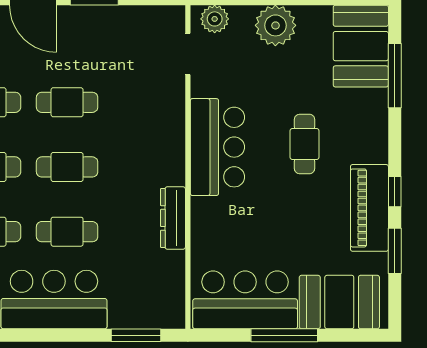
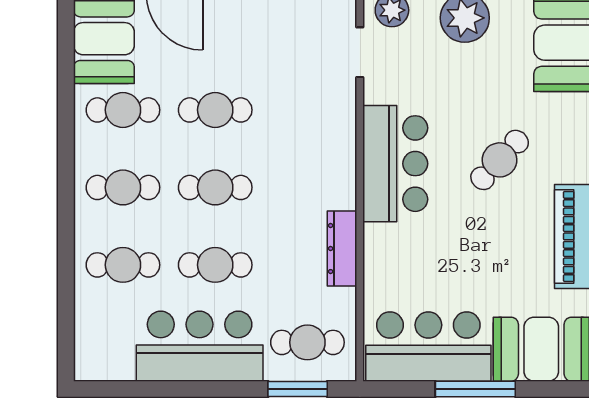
cafe table: (305, 144) -> (500, 160), turned 43
cafe table: (144, 296) -> (307, 342), added

